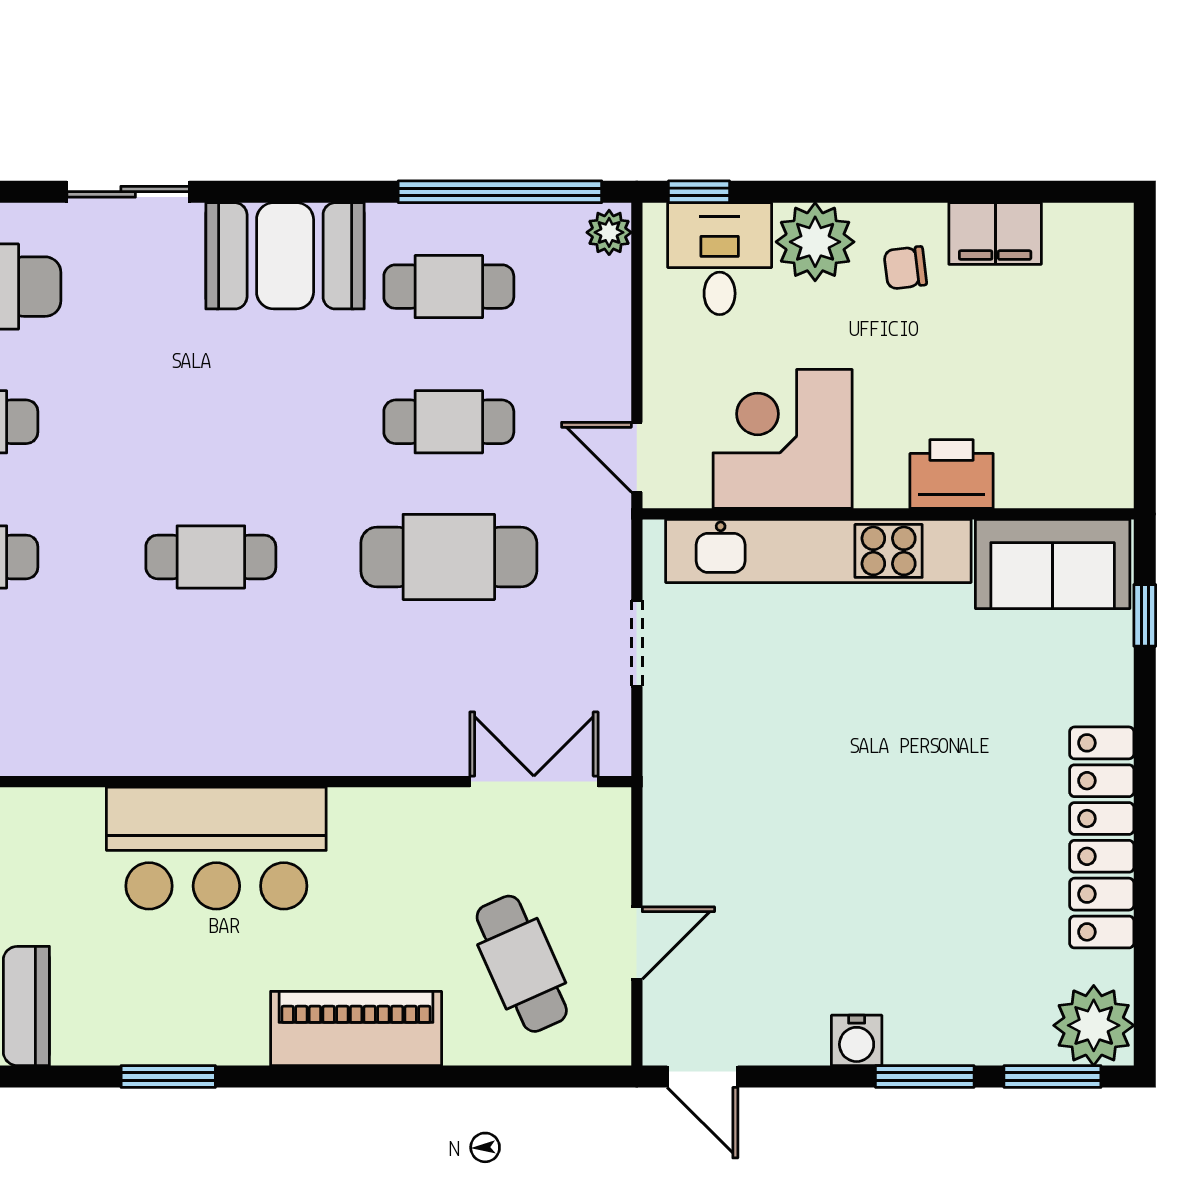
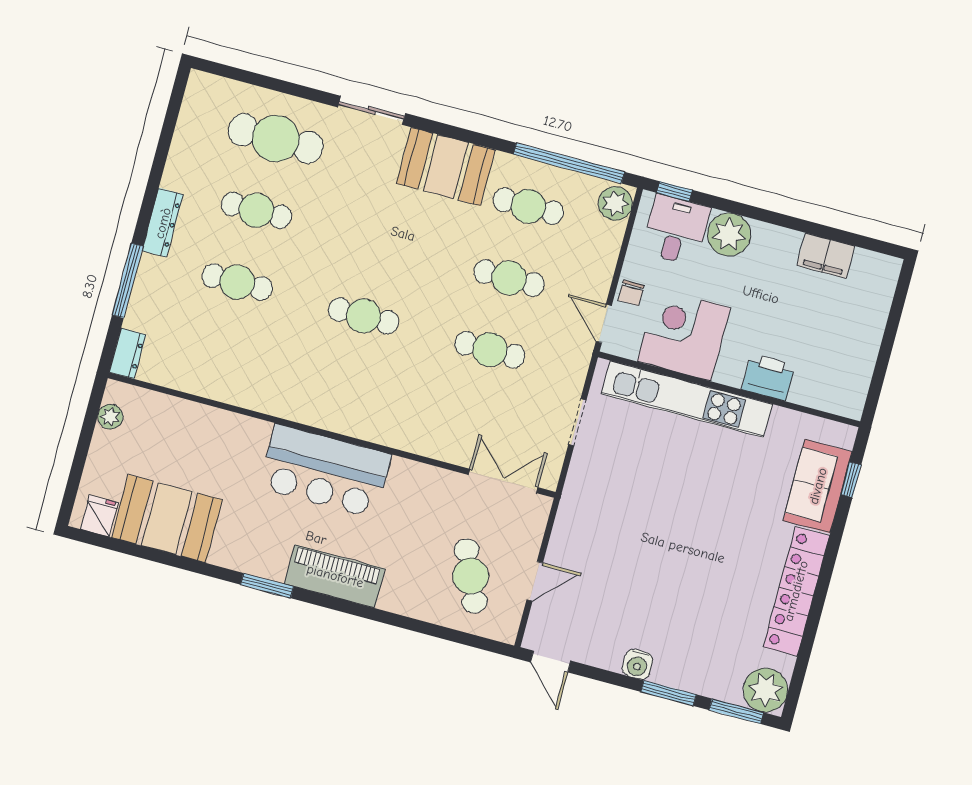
plant: (609, 232) -> (615, 204), width x1.38, depth x1.38
chair: (905, 268) -> (631, 293), moved, turned -83
cafe table: (449, 557) -> (490, 350), width x0.73, depth x0.74
sofa: (1053, 564) -> (818, 486), moved, turned 90
piano: (356, 1028) -> (335, 576), moved

